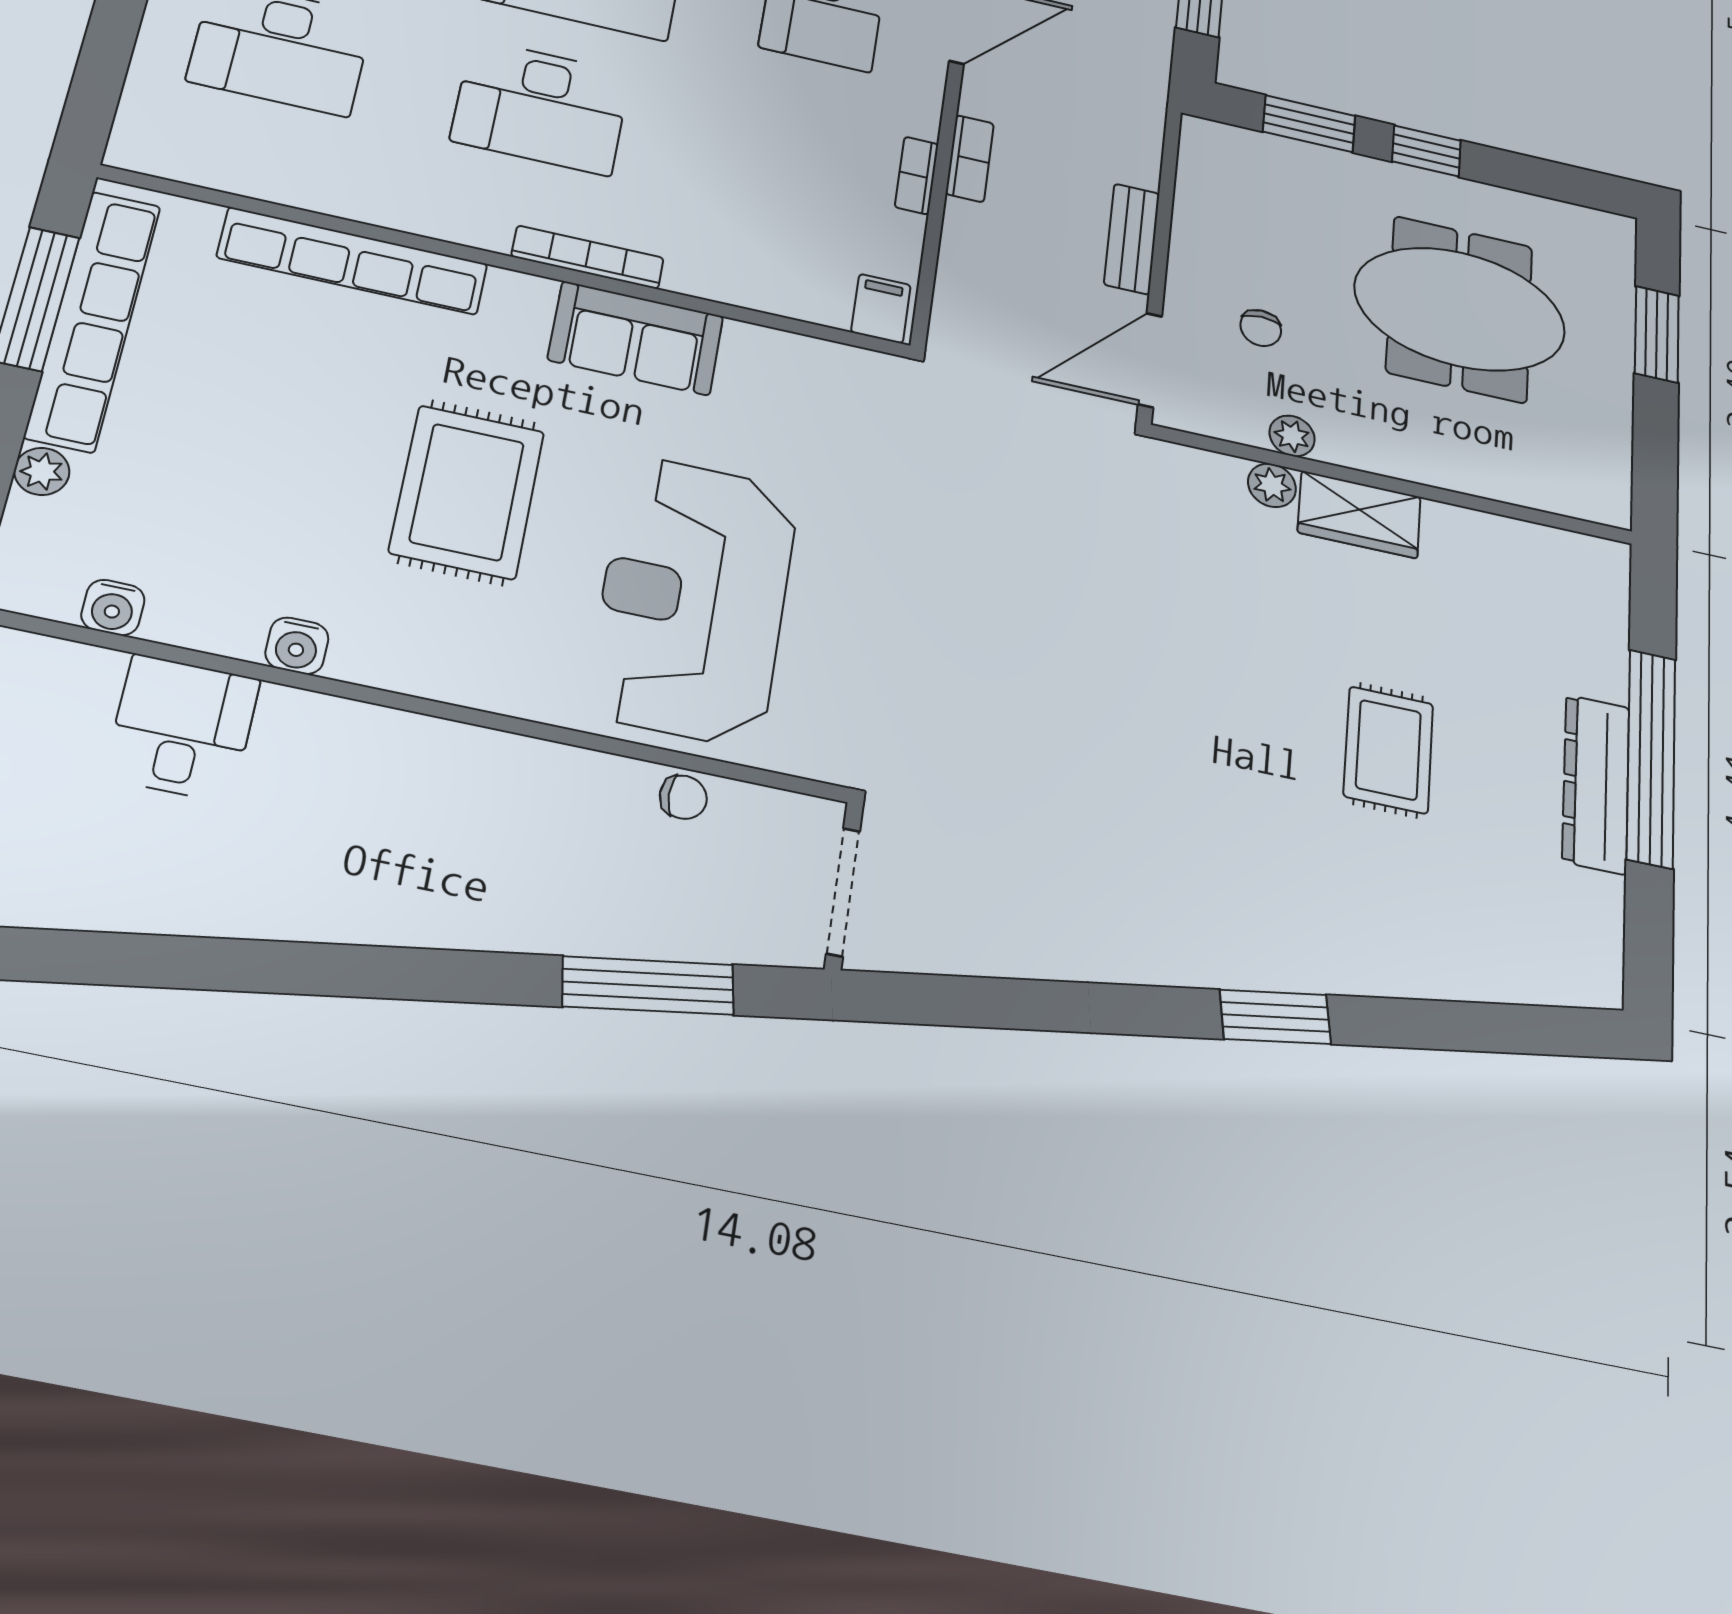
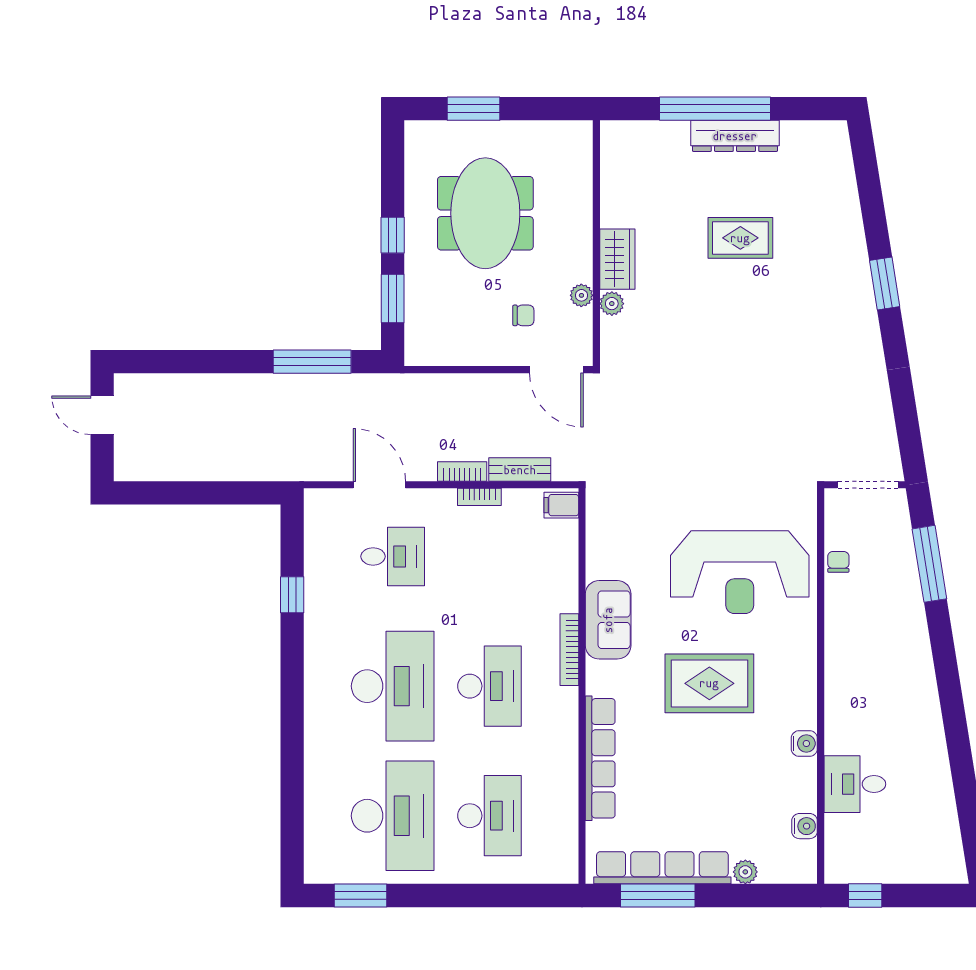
bench: (1132, 239) -> (520, 470), moved

